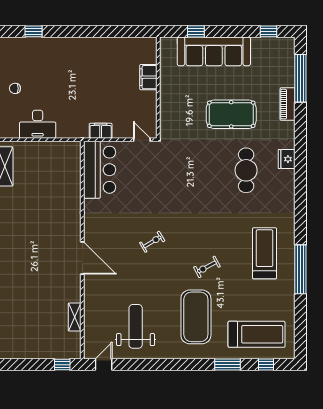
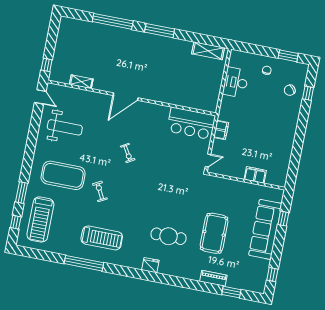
chair: (34, 55) -> (290, 90), added
window: (300, 78) -> (231, 292), width x0.47
fridge: (287, 159) -> (150, 265), moved

